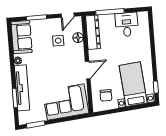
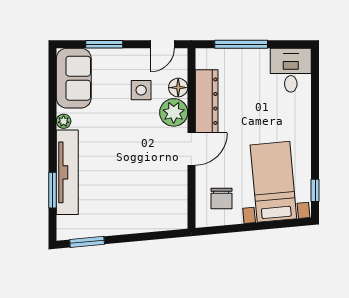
desk: (127, 24) -> (291, 70), moved
dresser: (93, 32) -> (207, 101), moved
plant: (77, 51) -> (174, 112), added
corner sofa: (66, 102) -> (146, 205), removed

